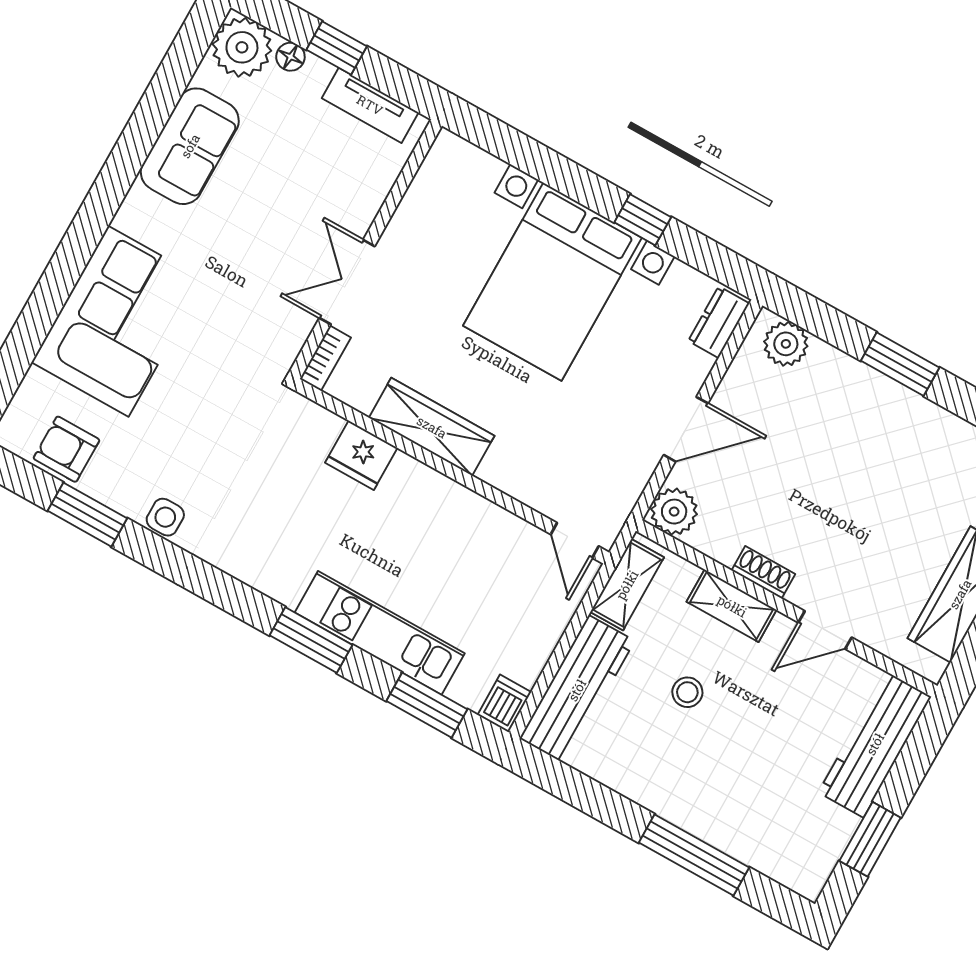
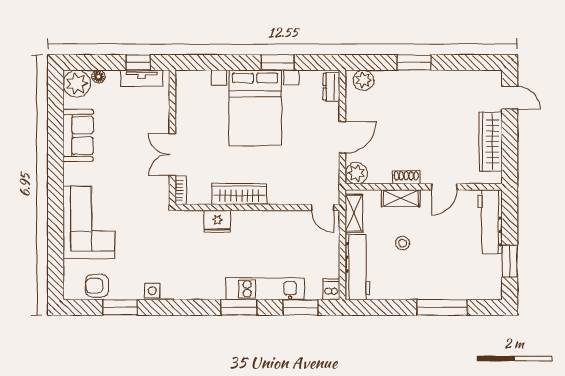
window: (337, 48) -> (138, 62), moved
window: (643, 220) -> (278, 62), width x1.50

